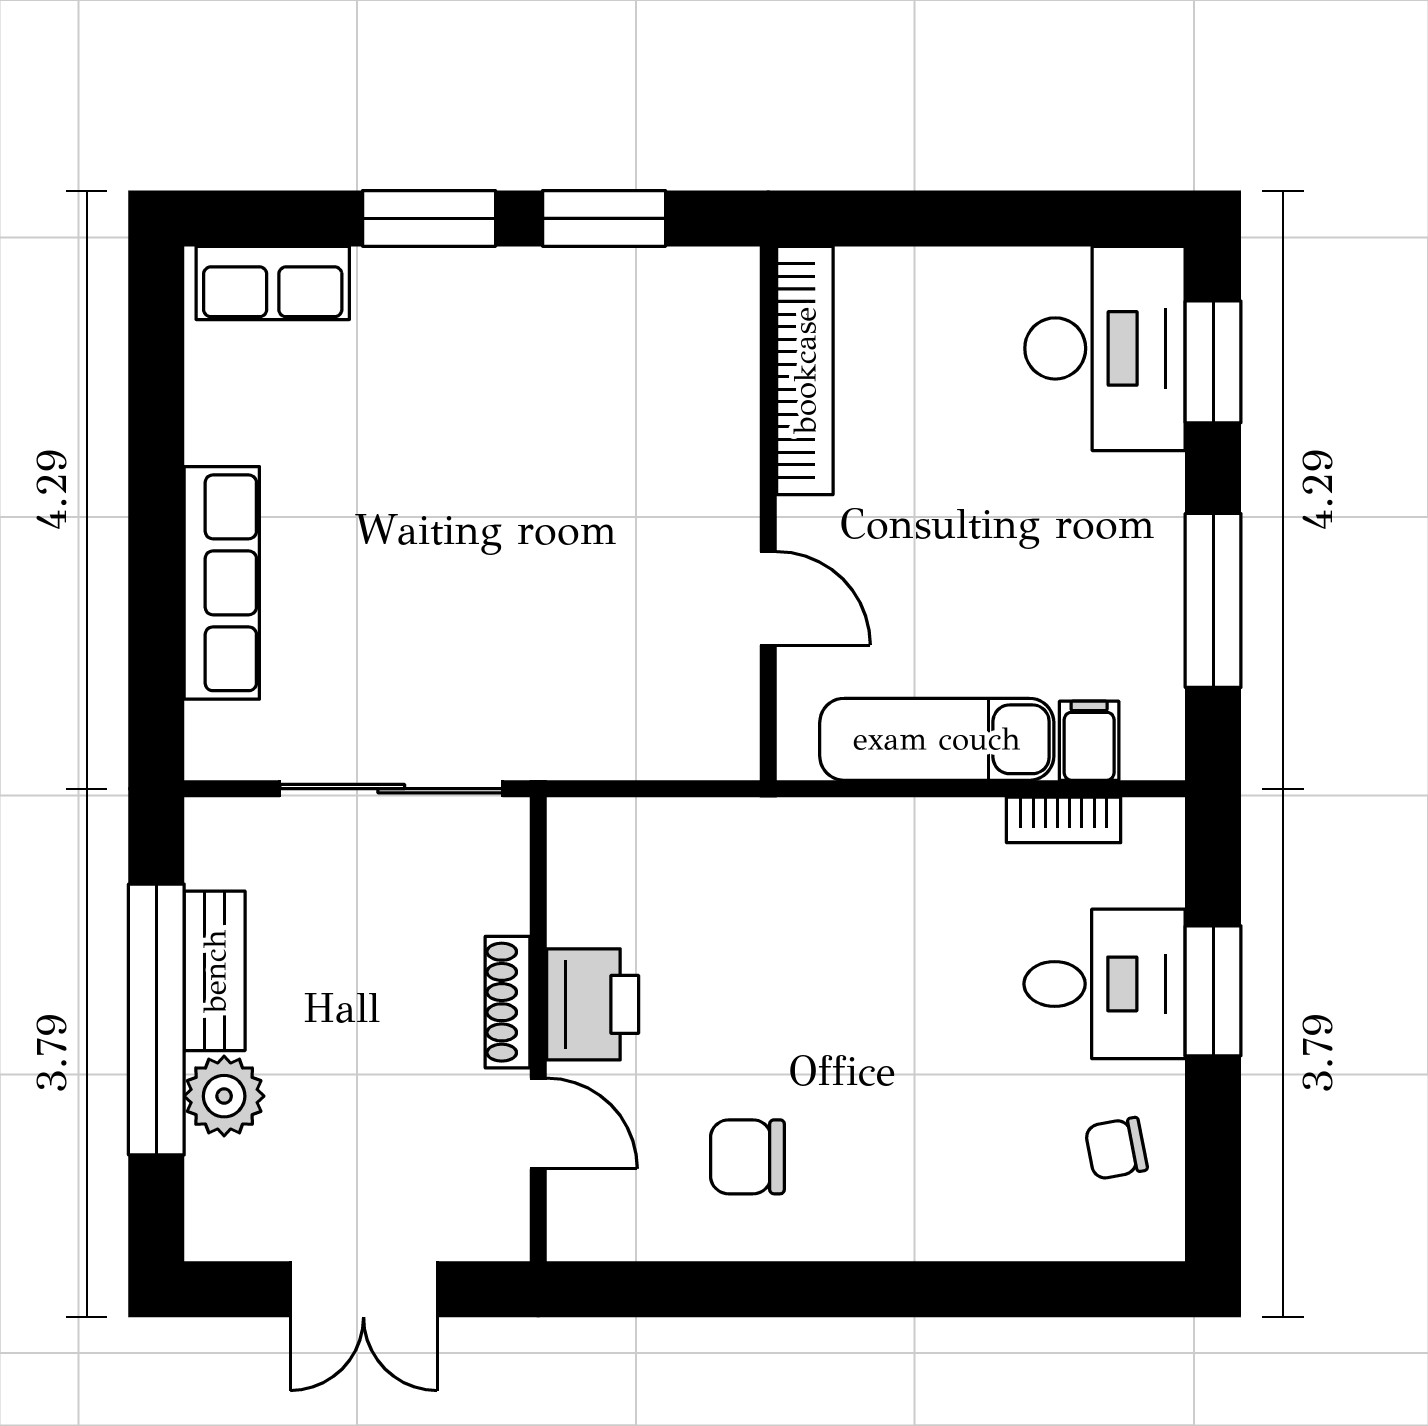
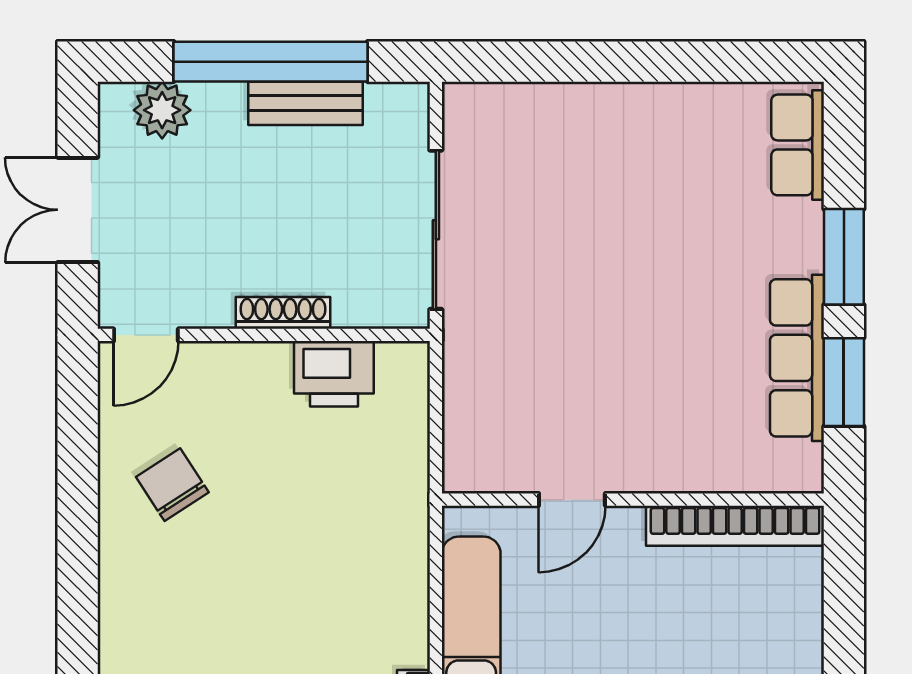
row of seats: (222, 583) -> (797, 358), moved, turned 90
printer: (593, 1004) -> (334, 374), moved
plant: (224, 1096) -> (162, 110), moved
door: (538, 1123) -> (146, 335), moved
chair: (747, 1157) -> (172, 485), turned -33

